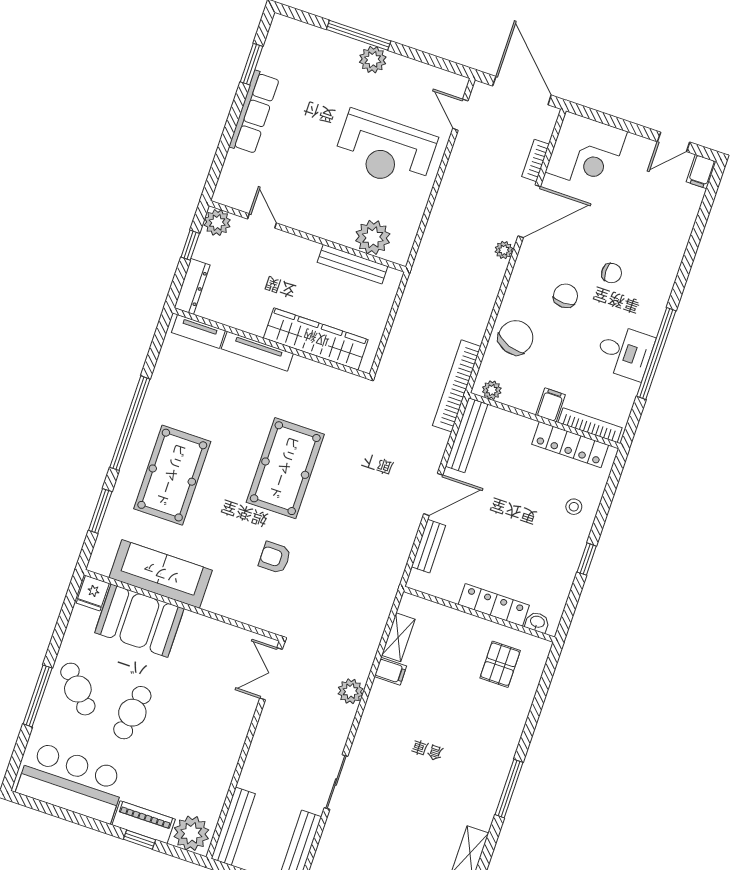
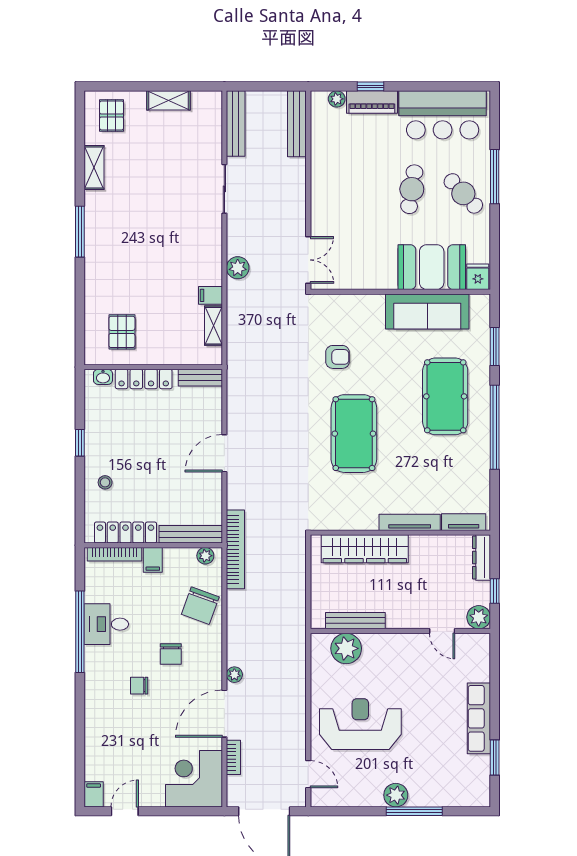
bench: (467, 435) -> (191, 534), moved, turned 90
bench: (429, 546) -> (200, 378), moved, turned 90
plant: (191, 833) -> (337, 99), width x0.53, depth x0.53

